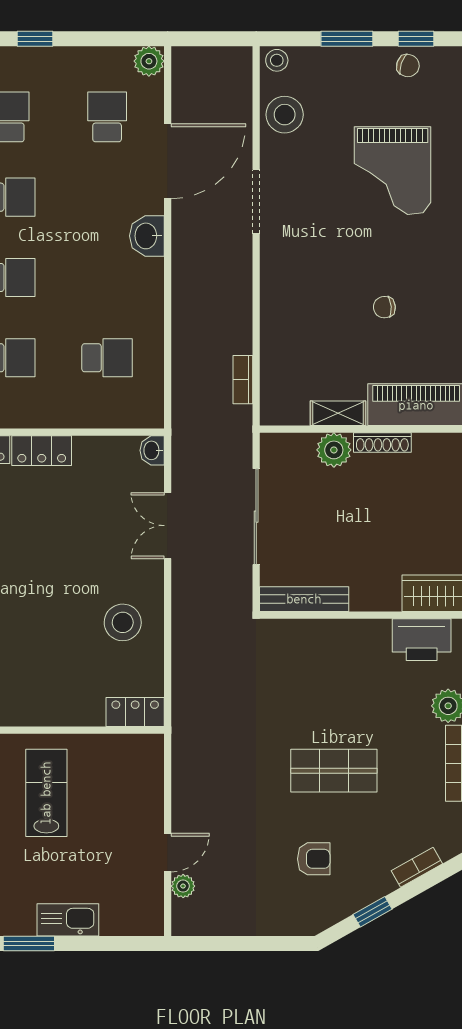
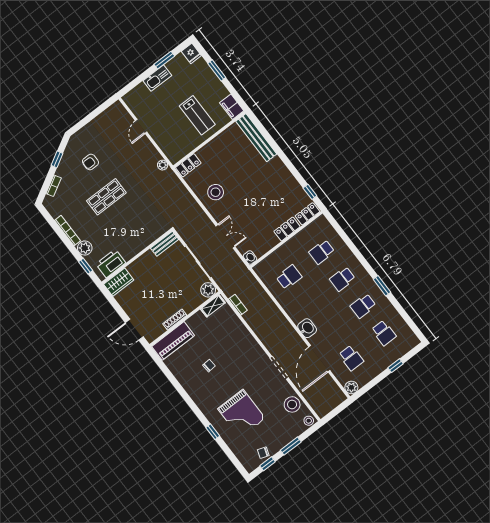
grand piano: (393, 171) -> (241, 413), turned 180
school desk: (107, 358) -> (289, 277), turned 180
shelving: (338, 413) -> (213, 306), moved
plant: (334, 450) -> (208, 290), moved
bench: (304, 599) -> (165, 244), width x0.73
plant: (183, 886) -> (163, 165), moved

